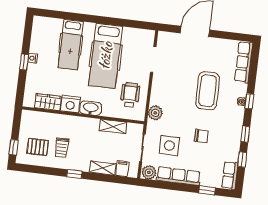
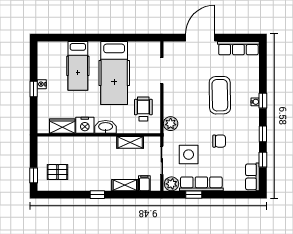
row of seats: (244, 62) -> (238, 48), moved, turned -90
trolley: (62, 148) -> (82, 170), removed
window: (207, 190) -> (194, 195), moved

